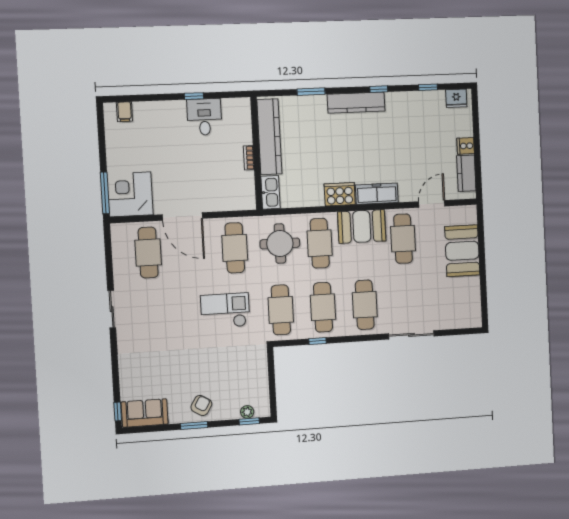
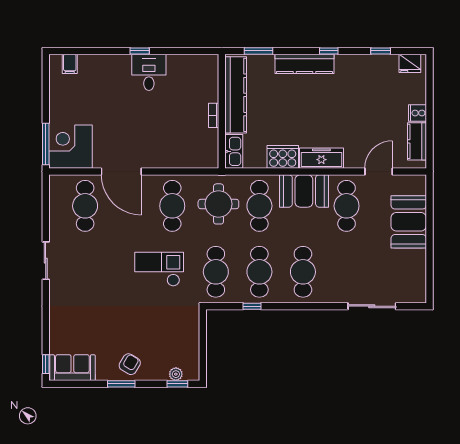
kitchen counter: (269, 137) -> (236, 95), moved
wall: (257, 153) -> (222, 111), moved
bookcase: (249, 158) -> (214, 115), moved
kitchen sink: (270, 192) -> (234, 151), moved
sliding door: (411, 335) -> (372, 306), moved

